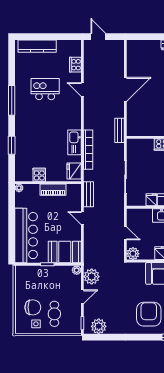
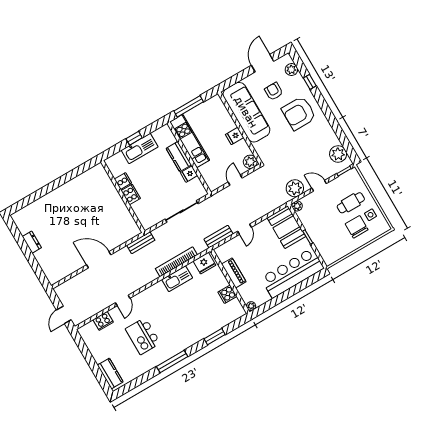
kitchen counter: (37, 46) -> (110, 373), width x0.67

